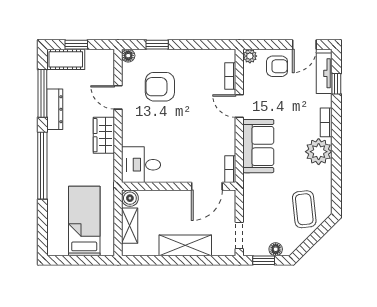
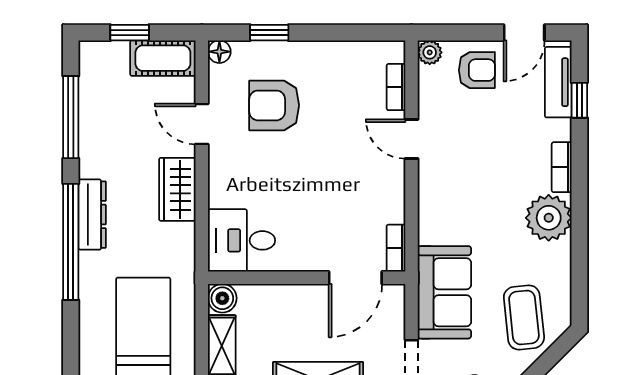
cot: (66, 59) -> (163, 58), moved
dresser: (55, 109) -> (92, 215), moved
sofa: (258, 146) -> (444, 292), moved

